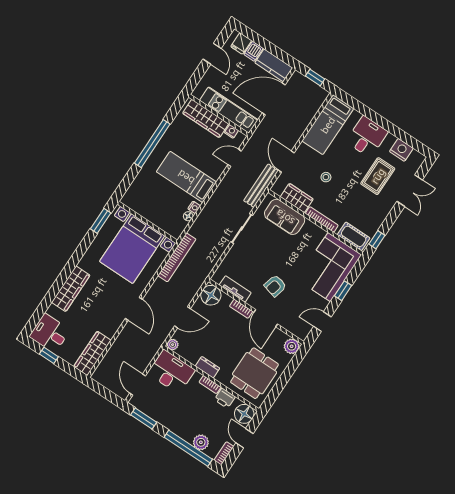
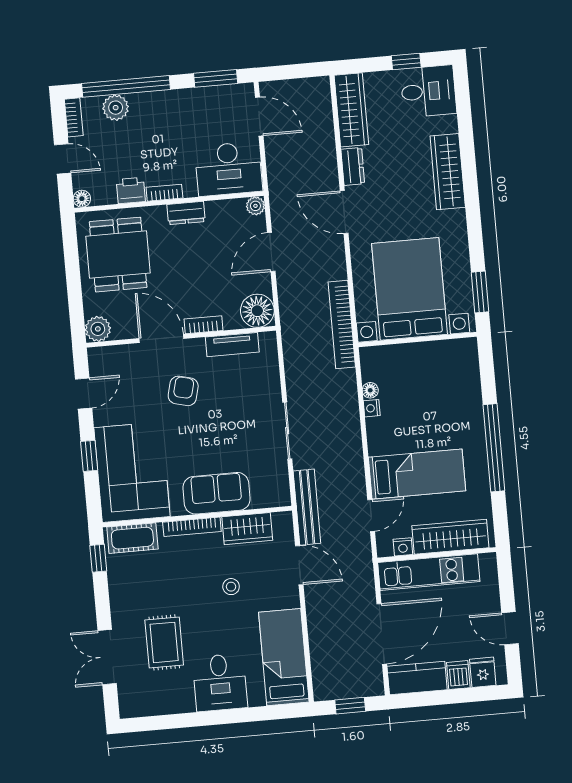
nightstand: (401, 150) -> (161, 702), removed
bed: (186, 177) -> (417, 474), moved
sofa: (285, 217) -> (217, 493), moved
dresser: (113, 327) -> (353, 166), added
floor lamp: (244, 414) -> (82, 199), width x0.53, depth x0.53

